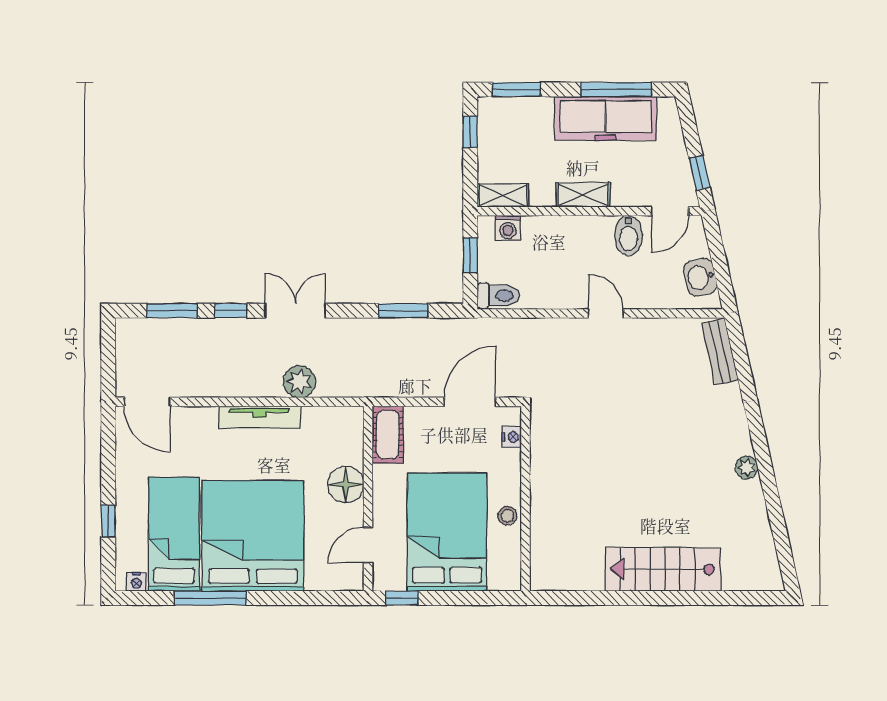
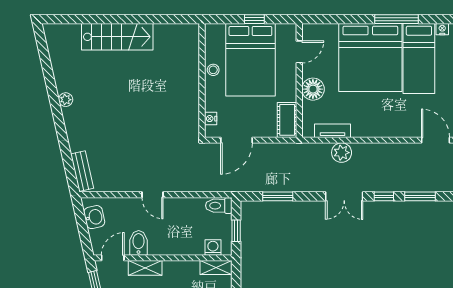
shelving: (583, 195) -> (145, 268), moved
tv unit: (260, 417) -> (333, 131), moved, width x0.71
window: (402, 598) -> (254, 19), moved

